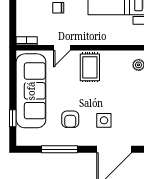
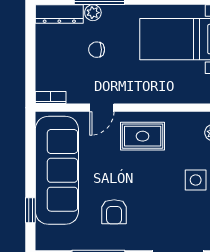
rug: (90, 67) -> (143, 136), turned 90
side table: (104, 120) -> (196, 180), moved

